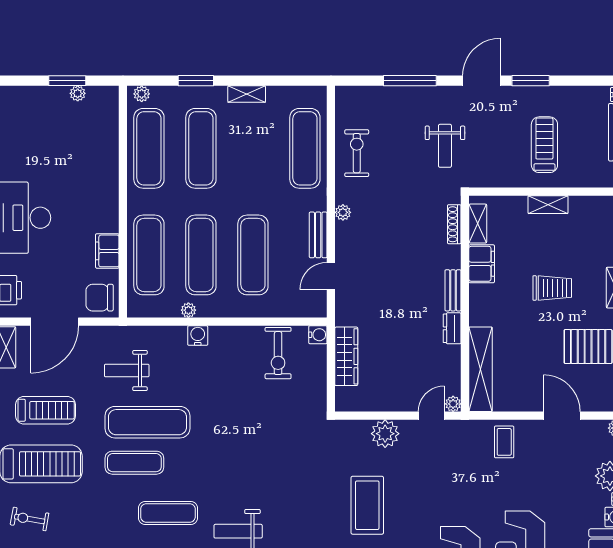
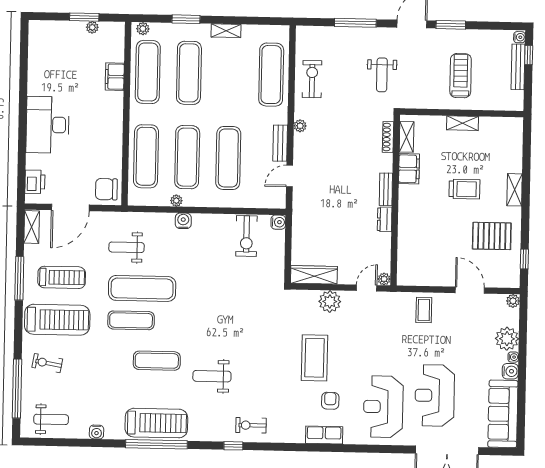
filing cabinet: (107, 251) -> (115, 77), moved
wardrobe: (346, 356) -> (314, 275), moved, turned -90
shelving: (480, 369) -> (406, 252), removed

